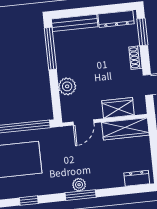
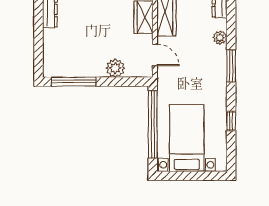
bench: (75, 23) -> (49, 53), removed
plant: (79, 185) -> (220, 38), moved

